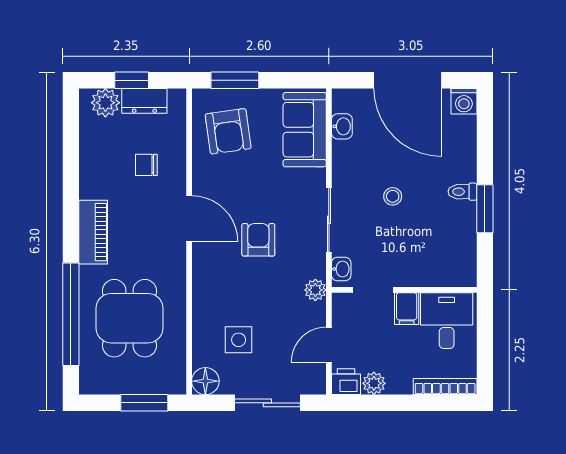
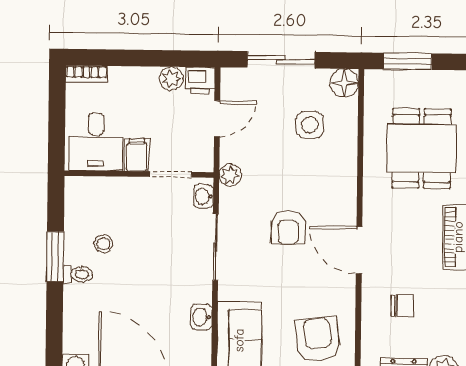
washbasin: (342, 126) -> (201, 317), moved
stool: (393, 196) -> (103, 244), moved
bookcase: (445, 387) -> (87, 74), width x0.64

